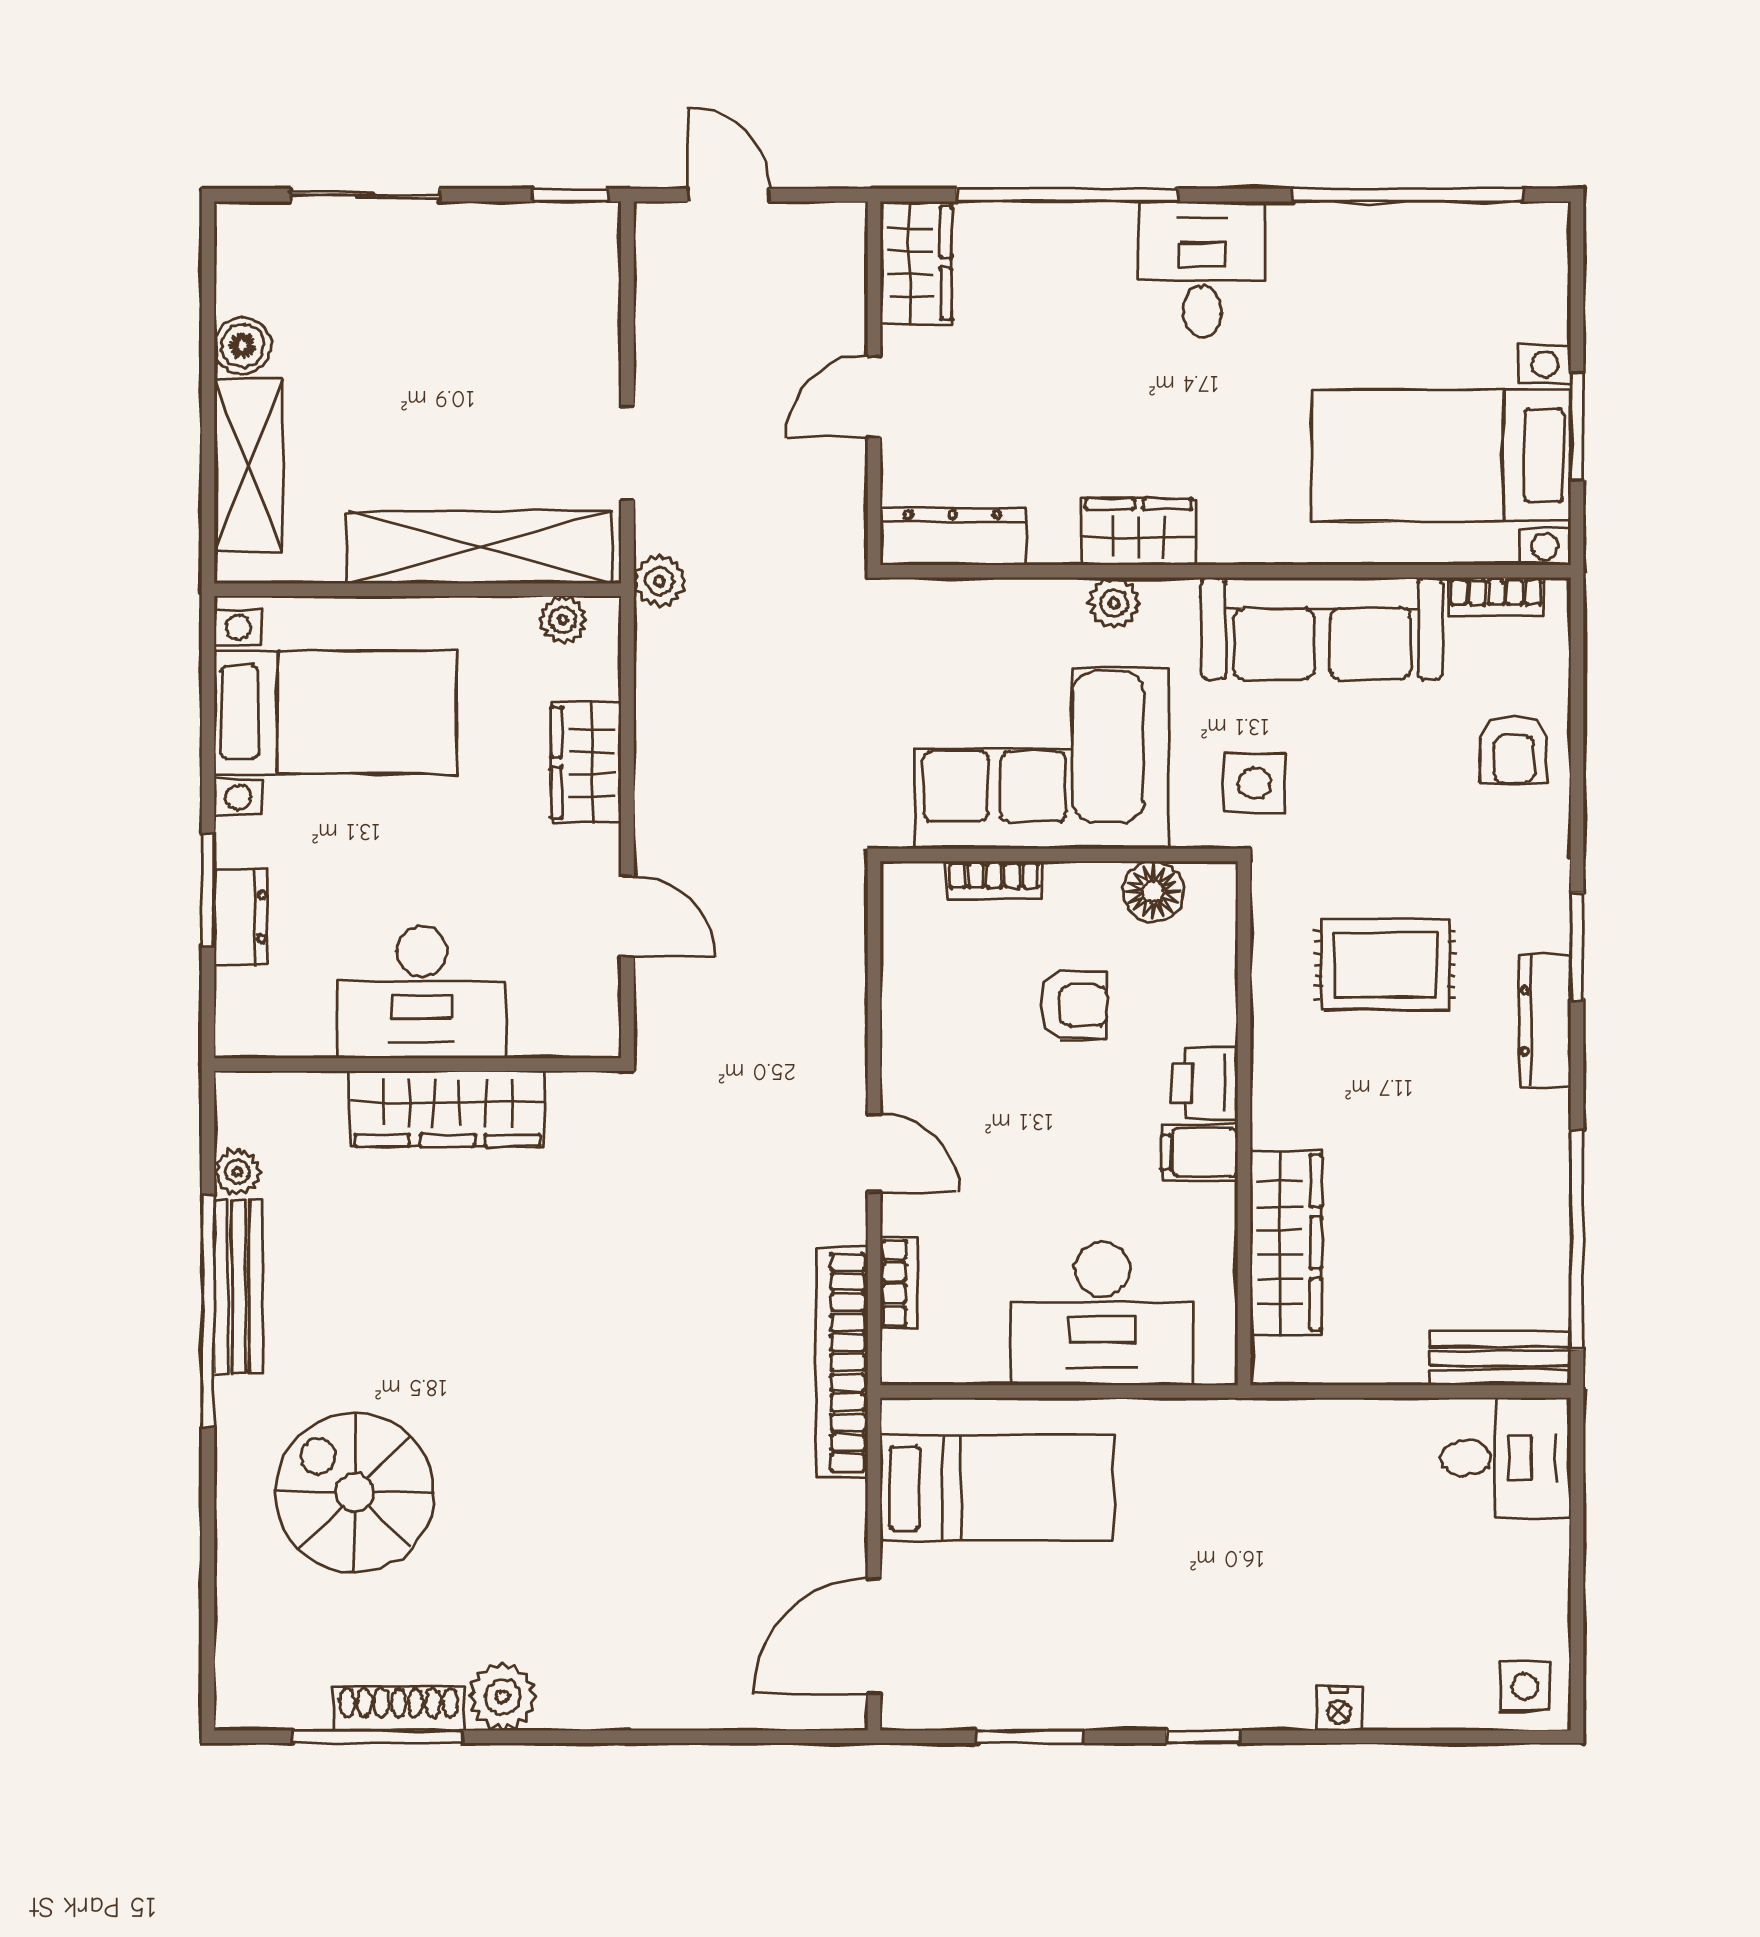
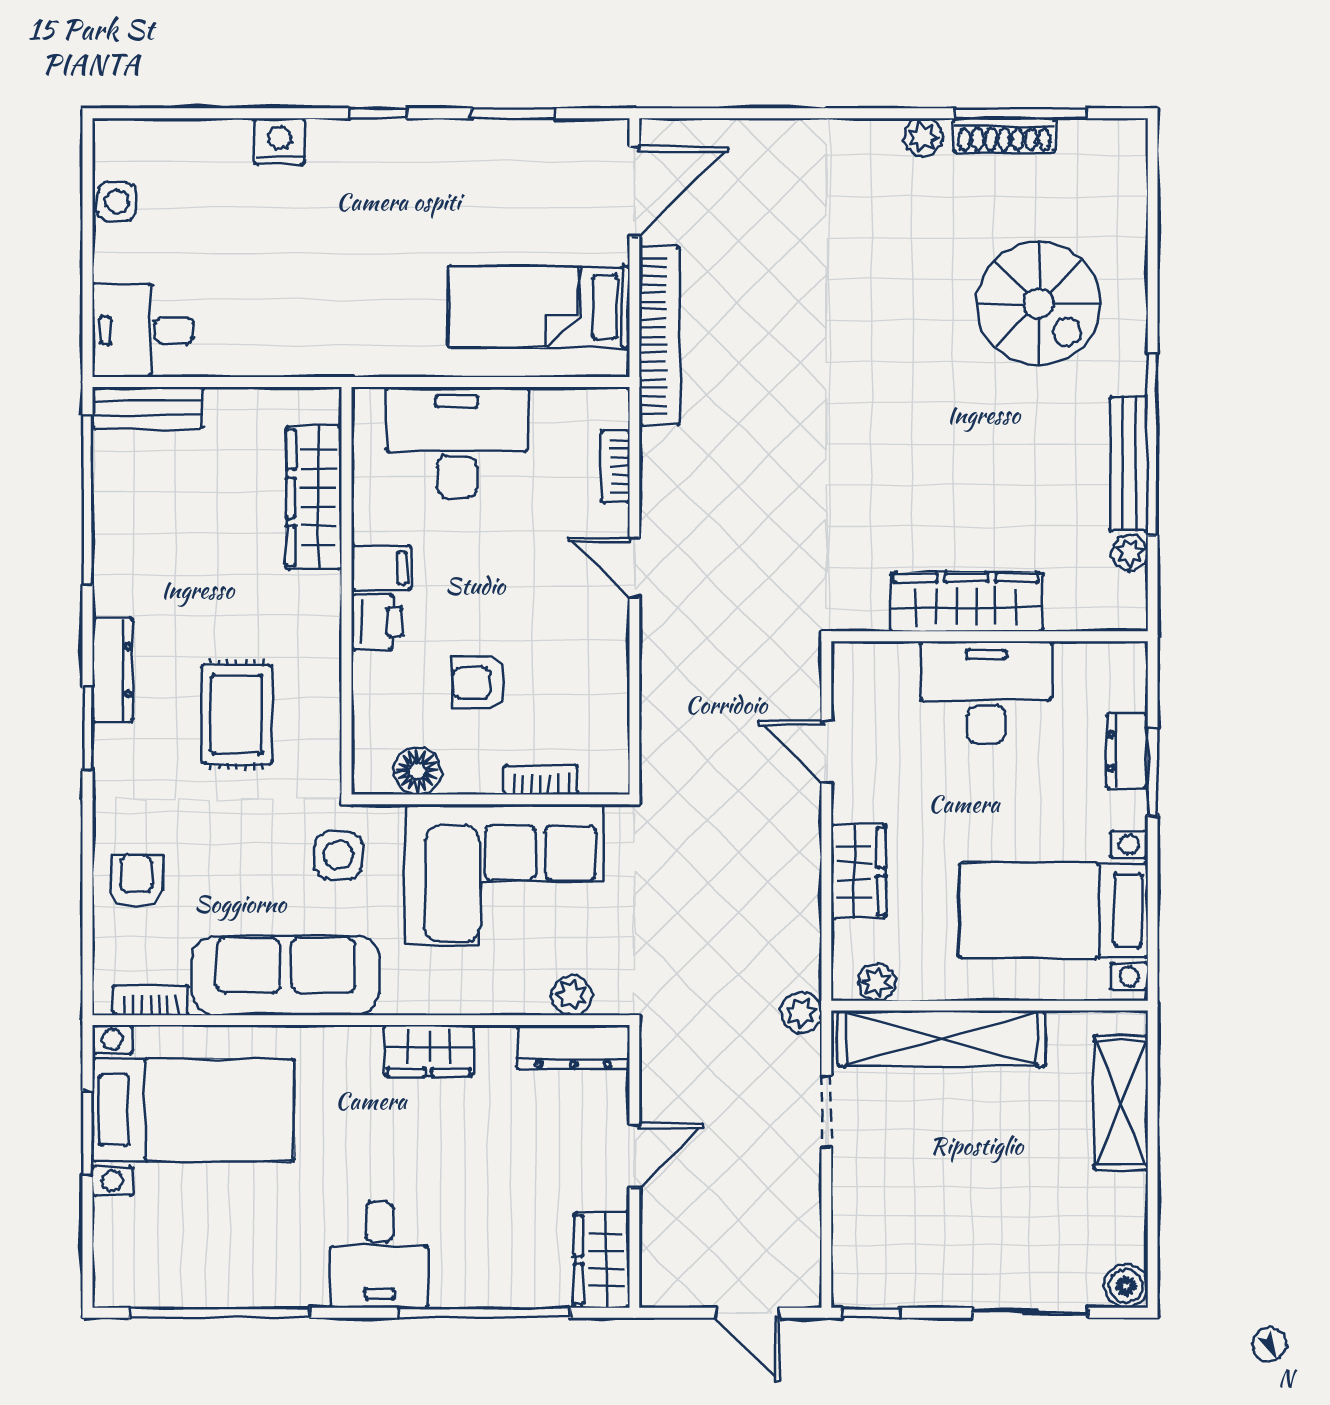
boiler: (242, 346) -> (1126, 1286), moved
plant: (1114, 603) -> (571, 995), moved
rug: (1385, 965) -> (237, 714), turned 90
bookcase: (842, 1362) -> (660, 336), moved
side table: (1525, 1686) -> (117, 202), moved
plant: (503, 1697) -> (923, 137), width x0.73, depth x0.73
nightstand: (1339, 1709) -> (280, 141), width x1.39, depth x1.35

